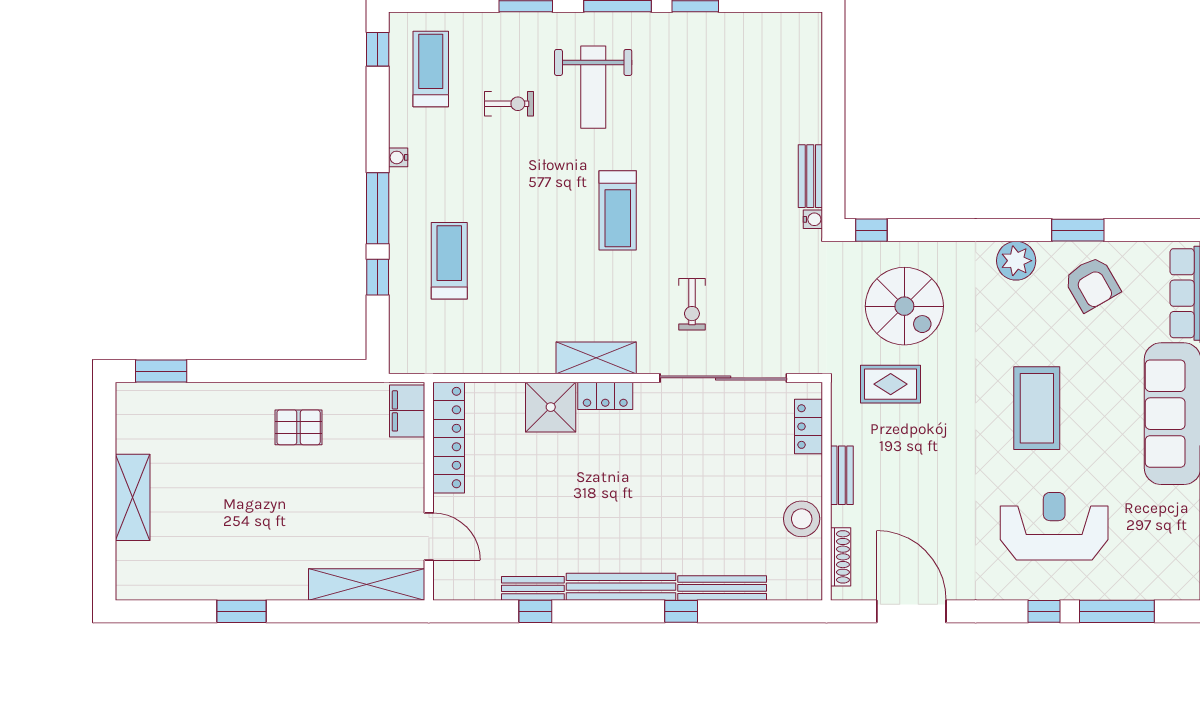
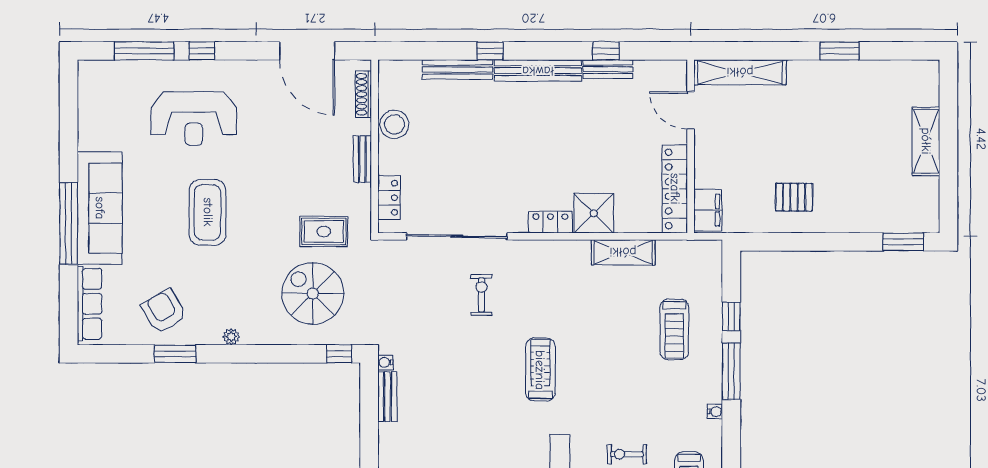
plant: (1016, 261) -> (231, 337), width x0.53, depth x0.53
shelving: (596, 358) -> (623, 252), moved

